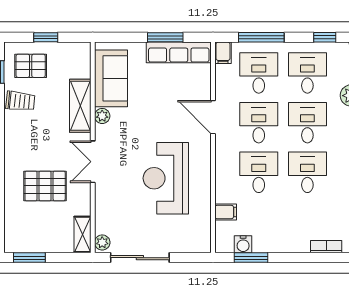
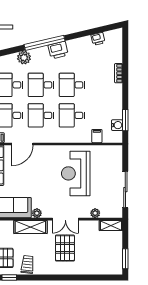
door: (213, 117) -> (22, 144), moved
reception desk: (166, 178) -> (76, 173), turned 90
pallet: (45, 186) -> (65, 248), moved
plant: (102, 242) -> (95, 213), moved

